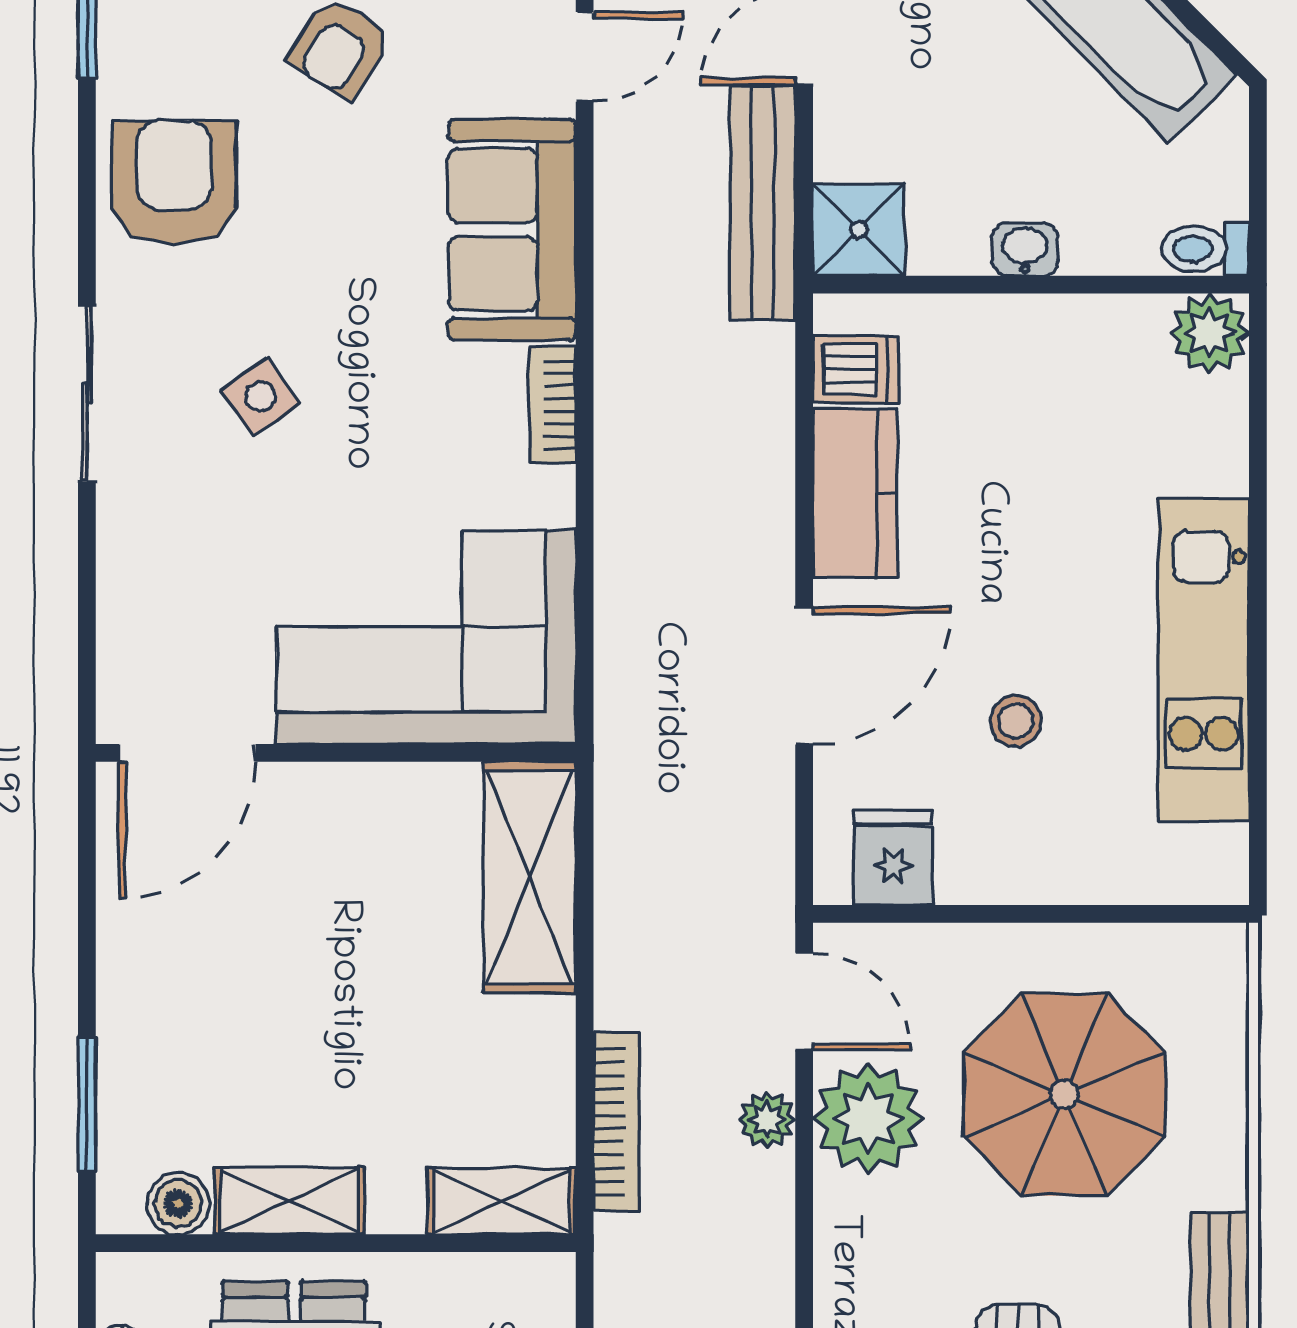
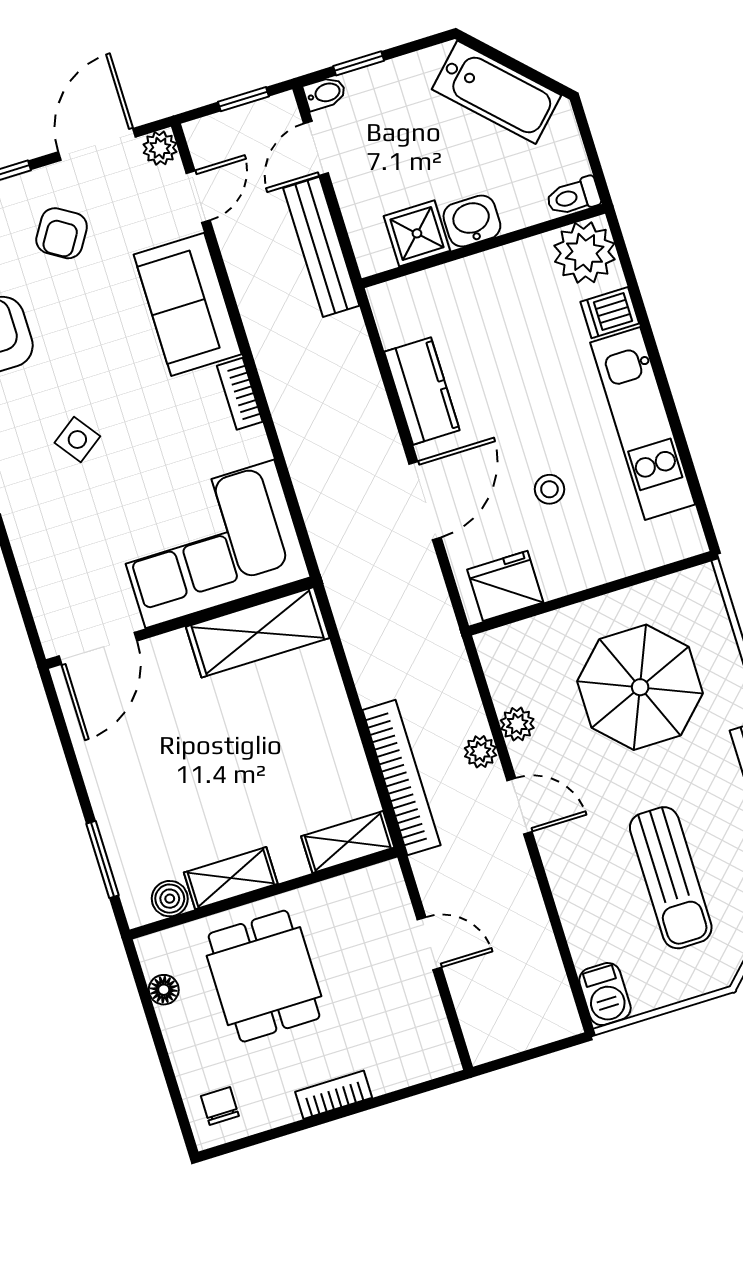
shower: (859, 230) -> (417, 233), moved
washbasin: (1025, 249) -> (472, 221), width x1.38, depth x1.45
plant: (1209, 333) -> (585, 253), width x1.36, depth x1.36
dishwasher: (856, 369) -> (610, 313), moved, turned 180
fridge: (893, 858) -> (505, 586), width x1.38
shelving: (529, 878) -> (258, 632), moved, turned 90
door: (804, 1001) -> (520, 806), moved
plant: (868, 1118) -> (517, 724), width x0.53, depth x0.53
bookcase: (616, 1122) -> (401, 778), width x1.48, depth x1.31

